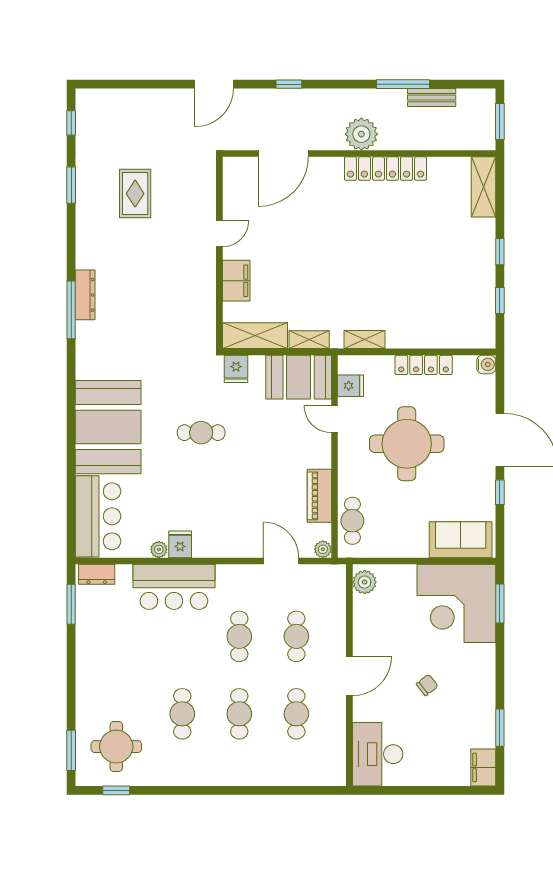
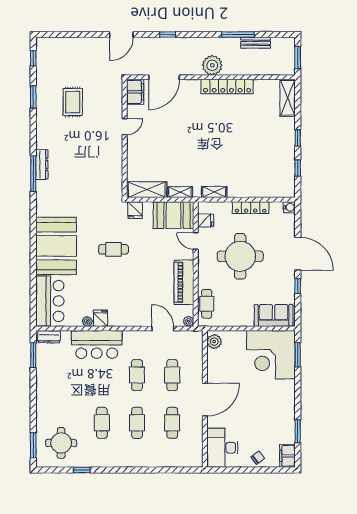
filing cabinet: (236, 281) -> (135, 92), moved
piano: (319, 496) -> (184, 282), width x1.37, depth x1.33
door: (349, 676) -> (205, 400), width x1.36
chair: (427, 685) -> (258, 458), moved
window: (116, 790) -> (82, 470), moved

